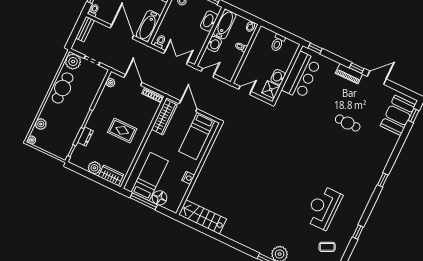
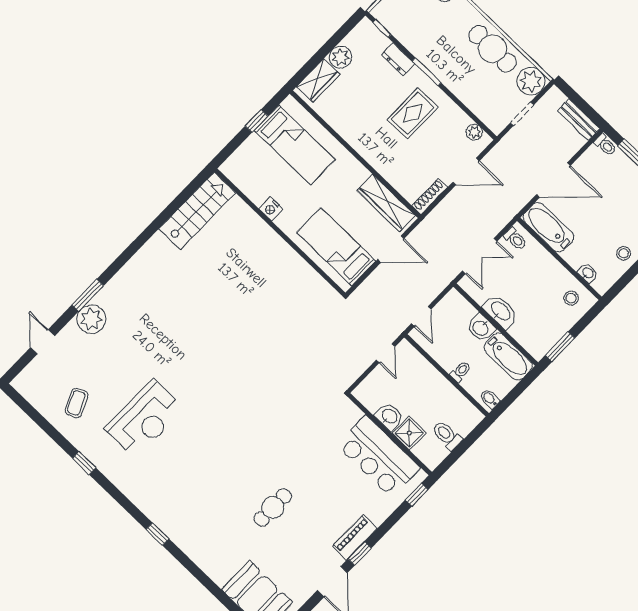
washbasin: (209, 21) -> (501, 311), moved
door: (208, 73) -> (421, 316), moved
shower: (271, 90) -> (409, 433), moved
rug: (122, 130) -> (413, 113), moved
floor lamp: (160, 198) -> (253, 149), removed
window: (144, 201) -> (256, 121), width x0.46
reception desk: (323, 208) -> (144, 419), turned 90

